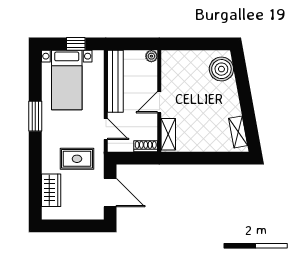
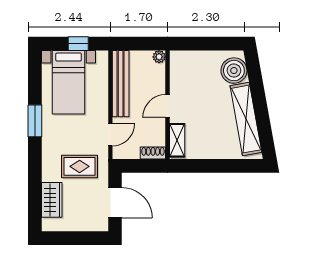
door: (106, 129) -> (110, 135), hinge flipped
shelving: (238, 132) -> (246, 119), width x2.20, depth x1.33

